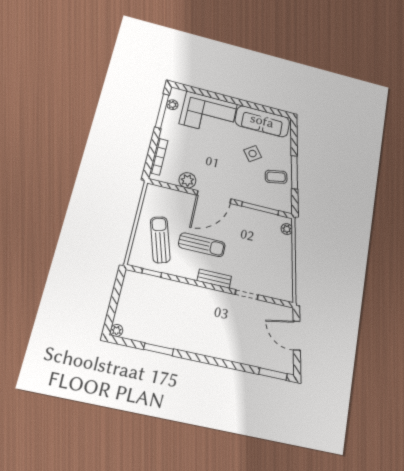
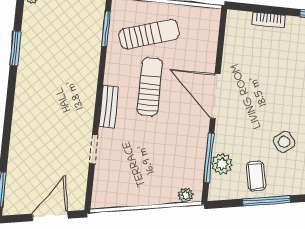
bookcase: (159, 157) -> (269, 20), width x0.64
plant: (187, 180) -> (222, 164), moved
sun lounger: (202, 245) -> (150, 87), turned 180
window: (152, 273) -> (106, 29), width x1.50

